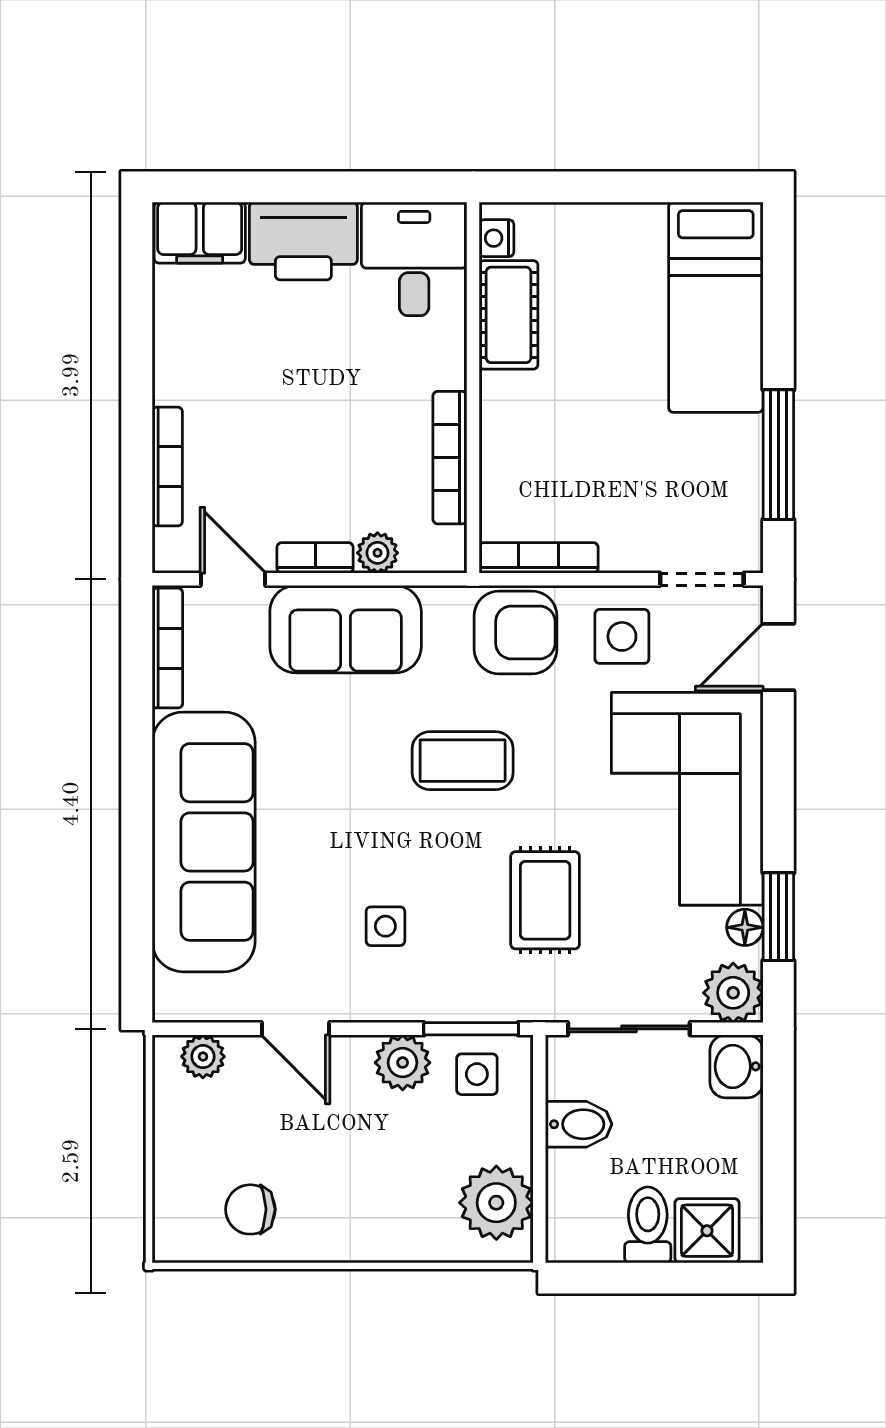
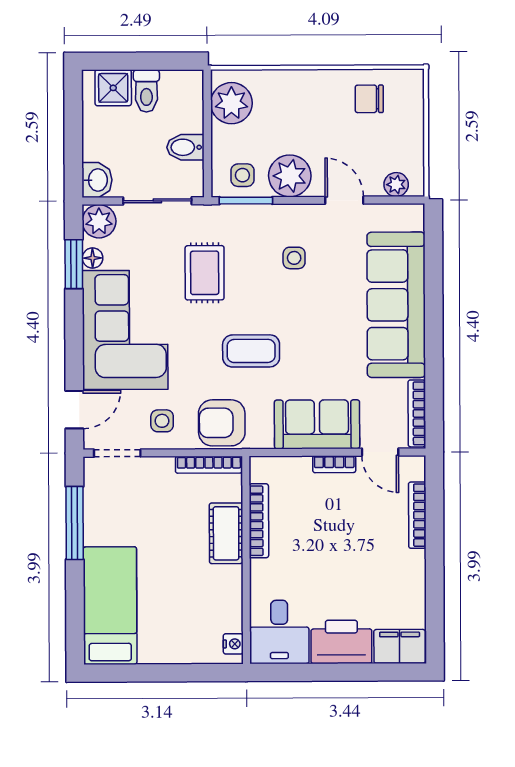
cot: (509, 315) -> (226, 533), moved
plant: (378, 553) -> (299, 467), removed
side table: (622, 636) -> (162, 421), width x0.73, depth x0.73
plant: (403, 1063) -> (290, 176), width x1.36, depth x1.36
chair: (250, 1209) -> (369, 99), turned 180

